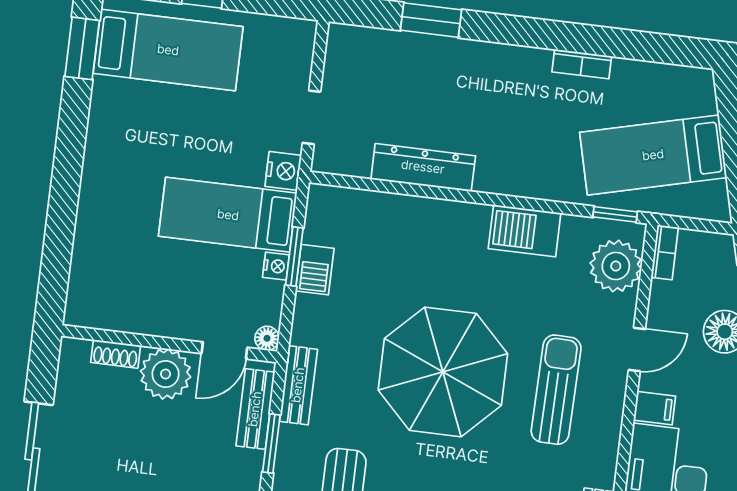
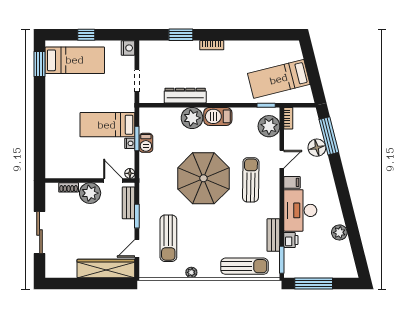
bookcase: (582, 64) -> (212, 45), moved
nightstand: (283, 171) -> (128, 48), moved
plant: (433, 223) -> (192, 118), added
barbecue: (525, 231) -> (218, 116), moved
door: (224, 350) -> (113, 180), swing flipped
bench: (298, 385) -> (145, 191), removed

